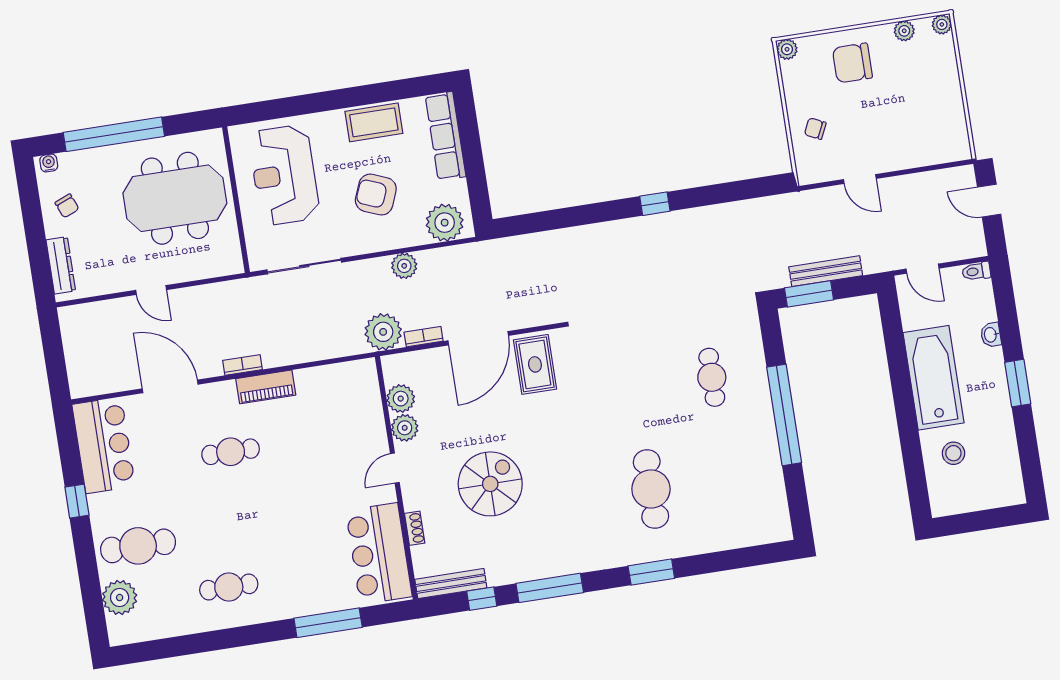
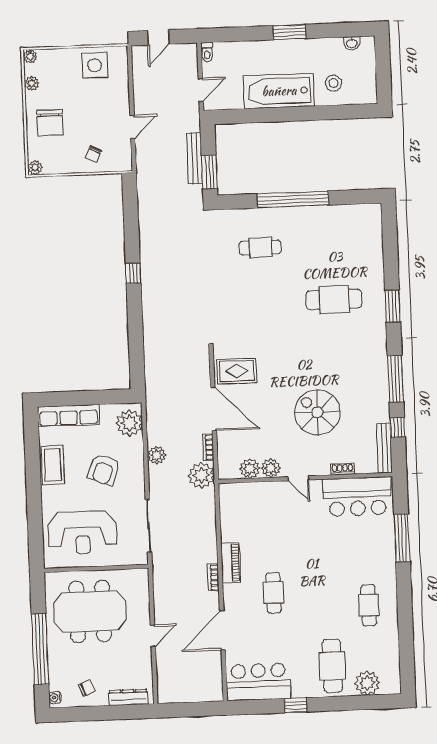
side table: (940, 116) -> (95, 65), added
meeting table: (175, 198) -> (90, 611), turned 90
washbasin: (991, 335) -> (352, 43), moved

